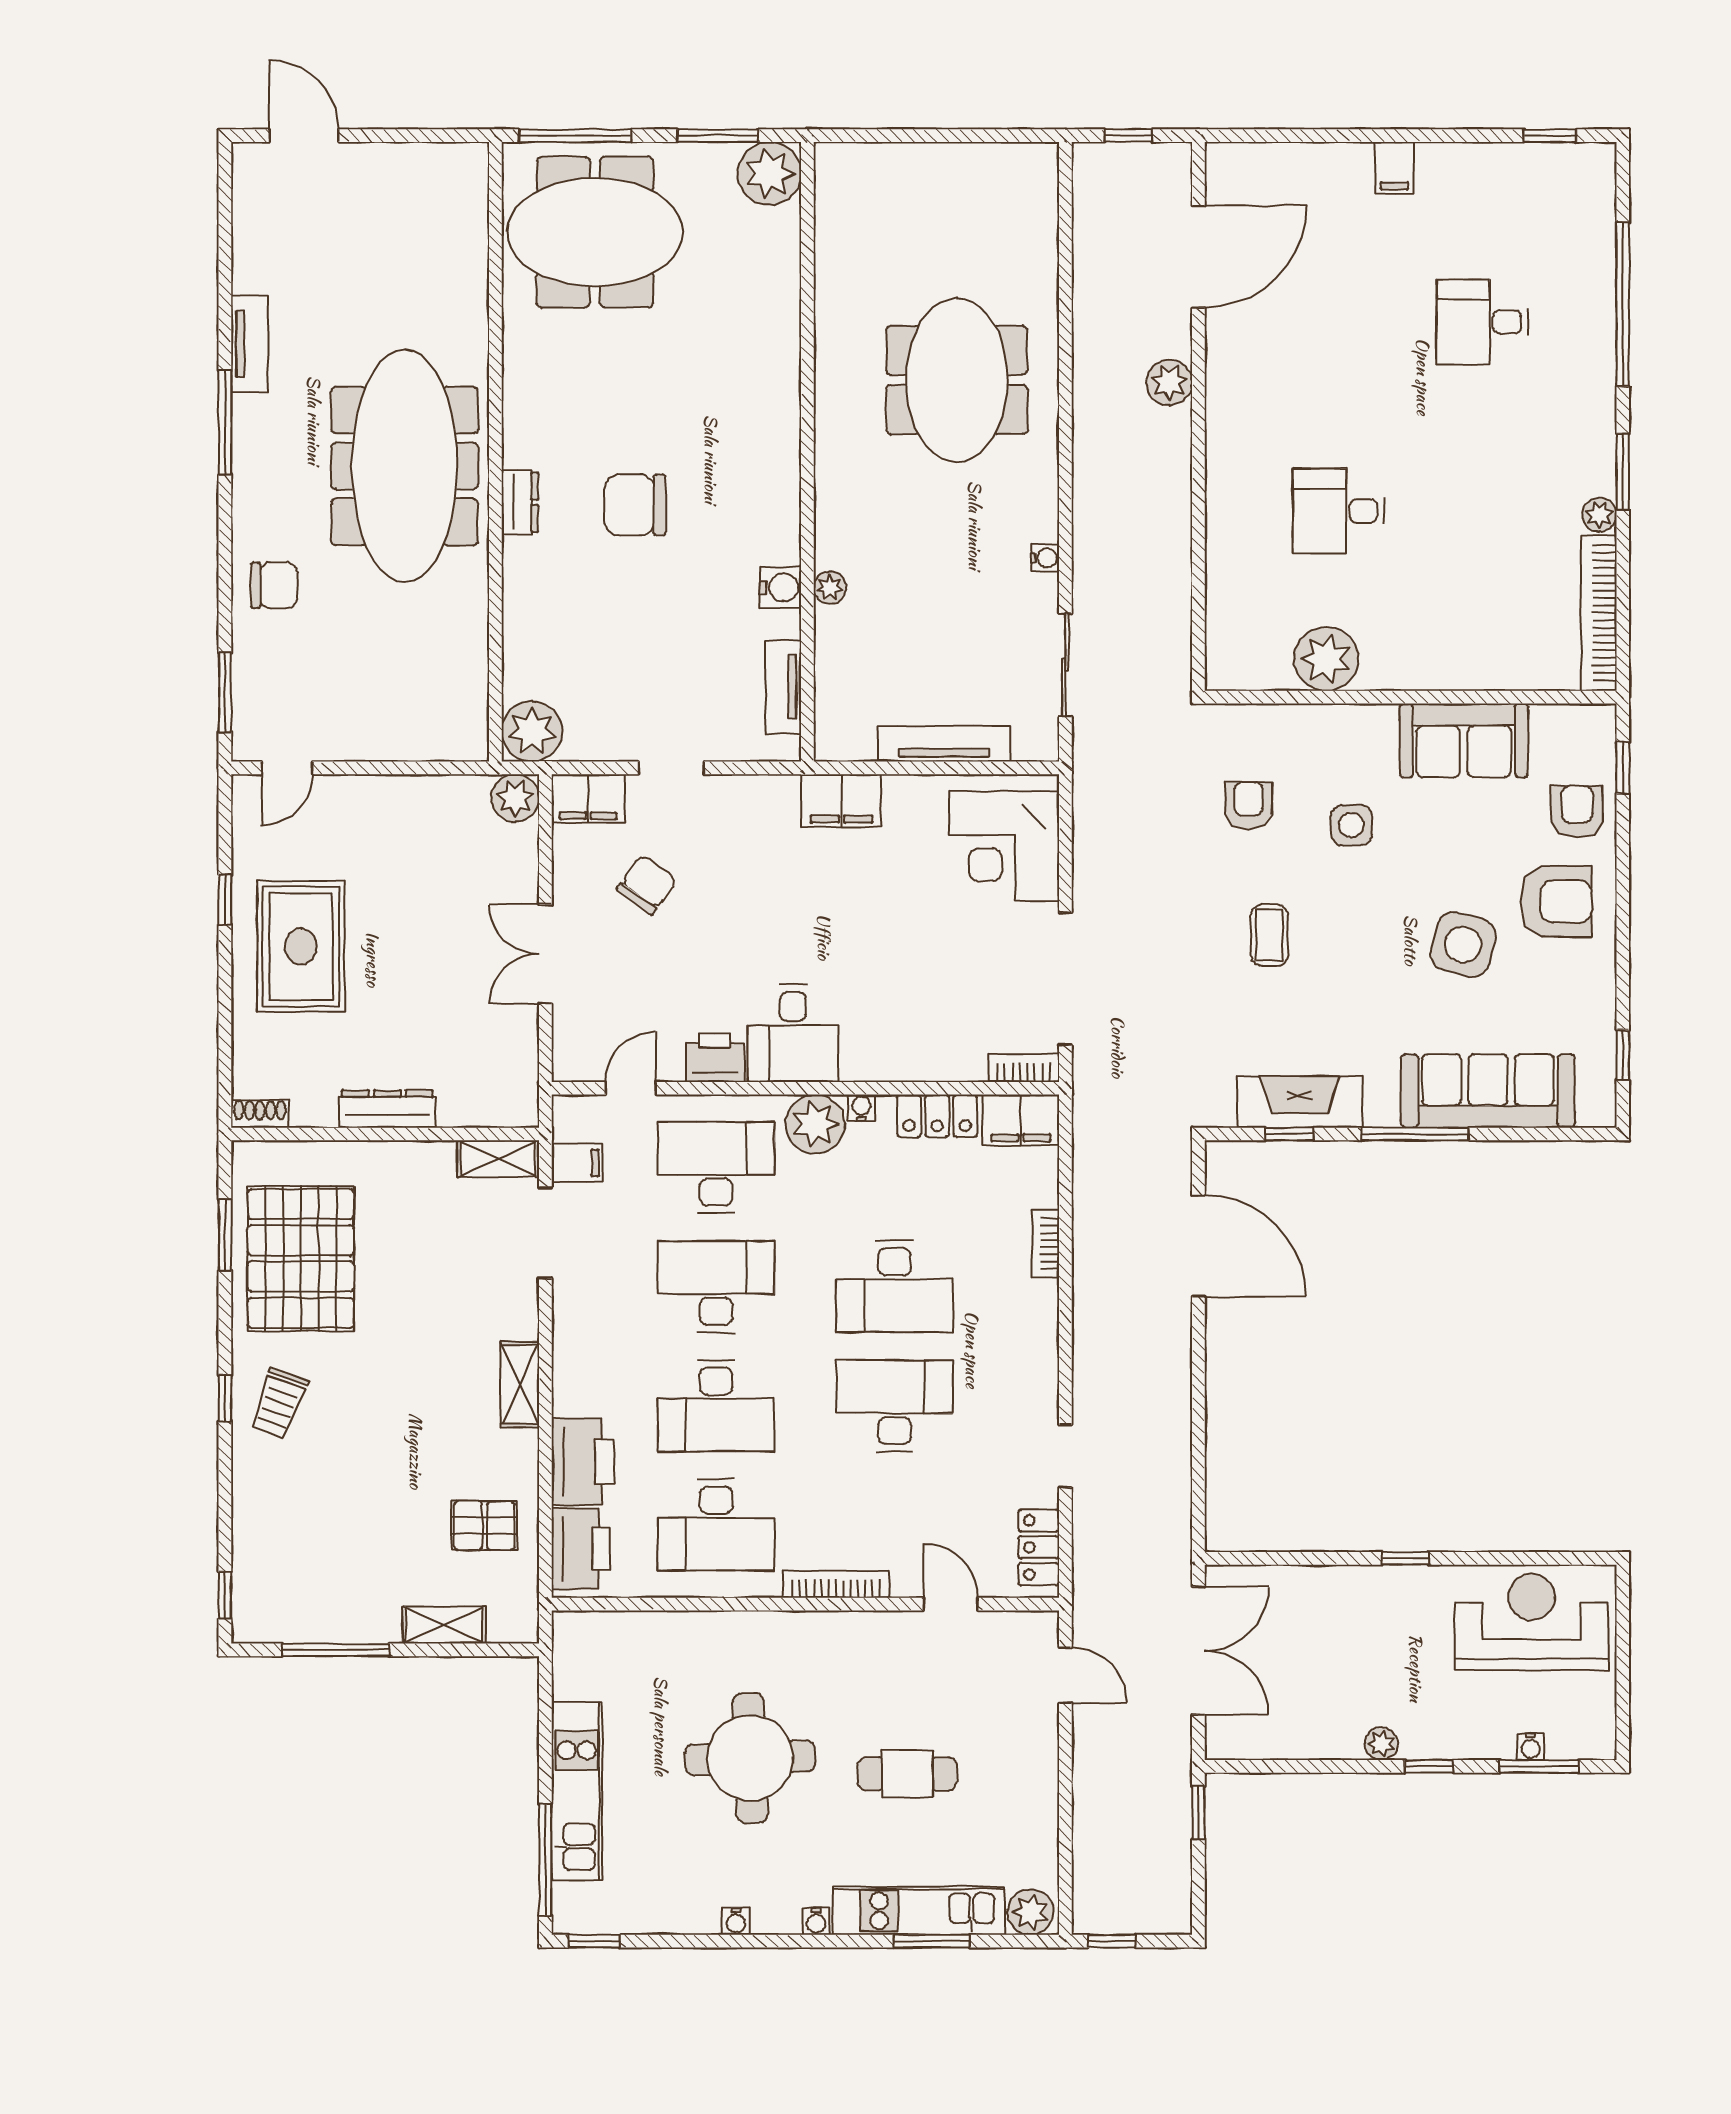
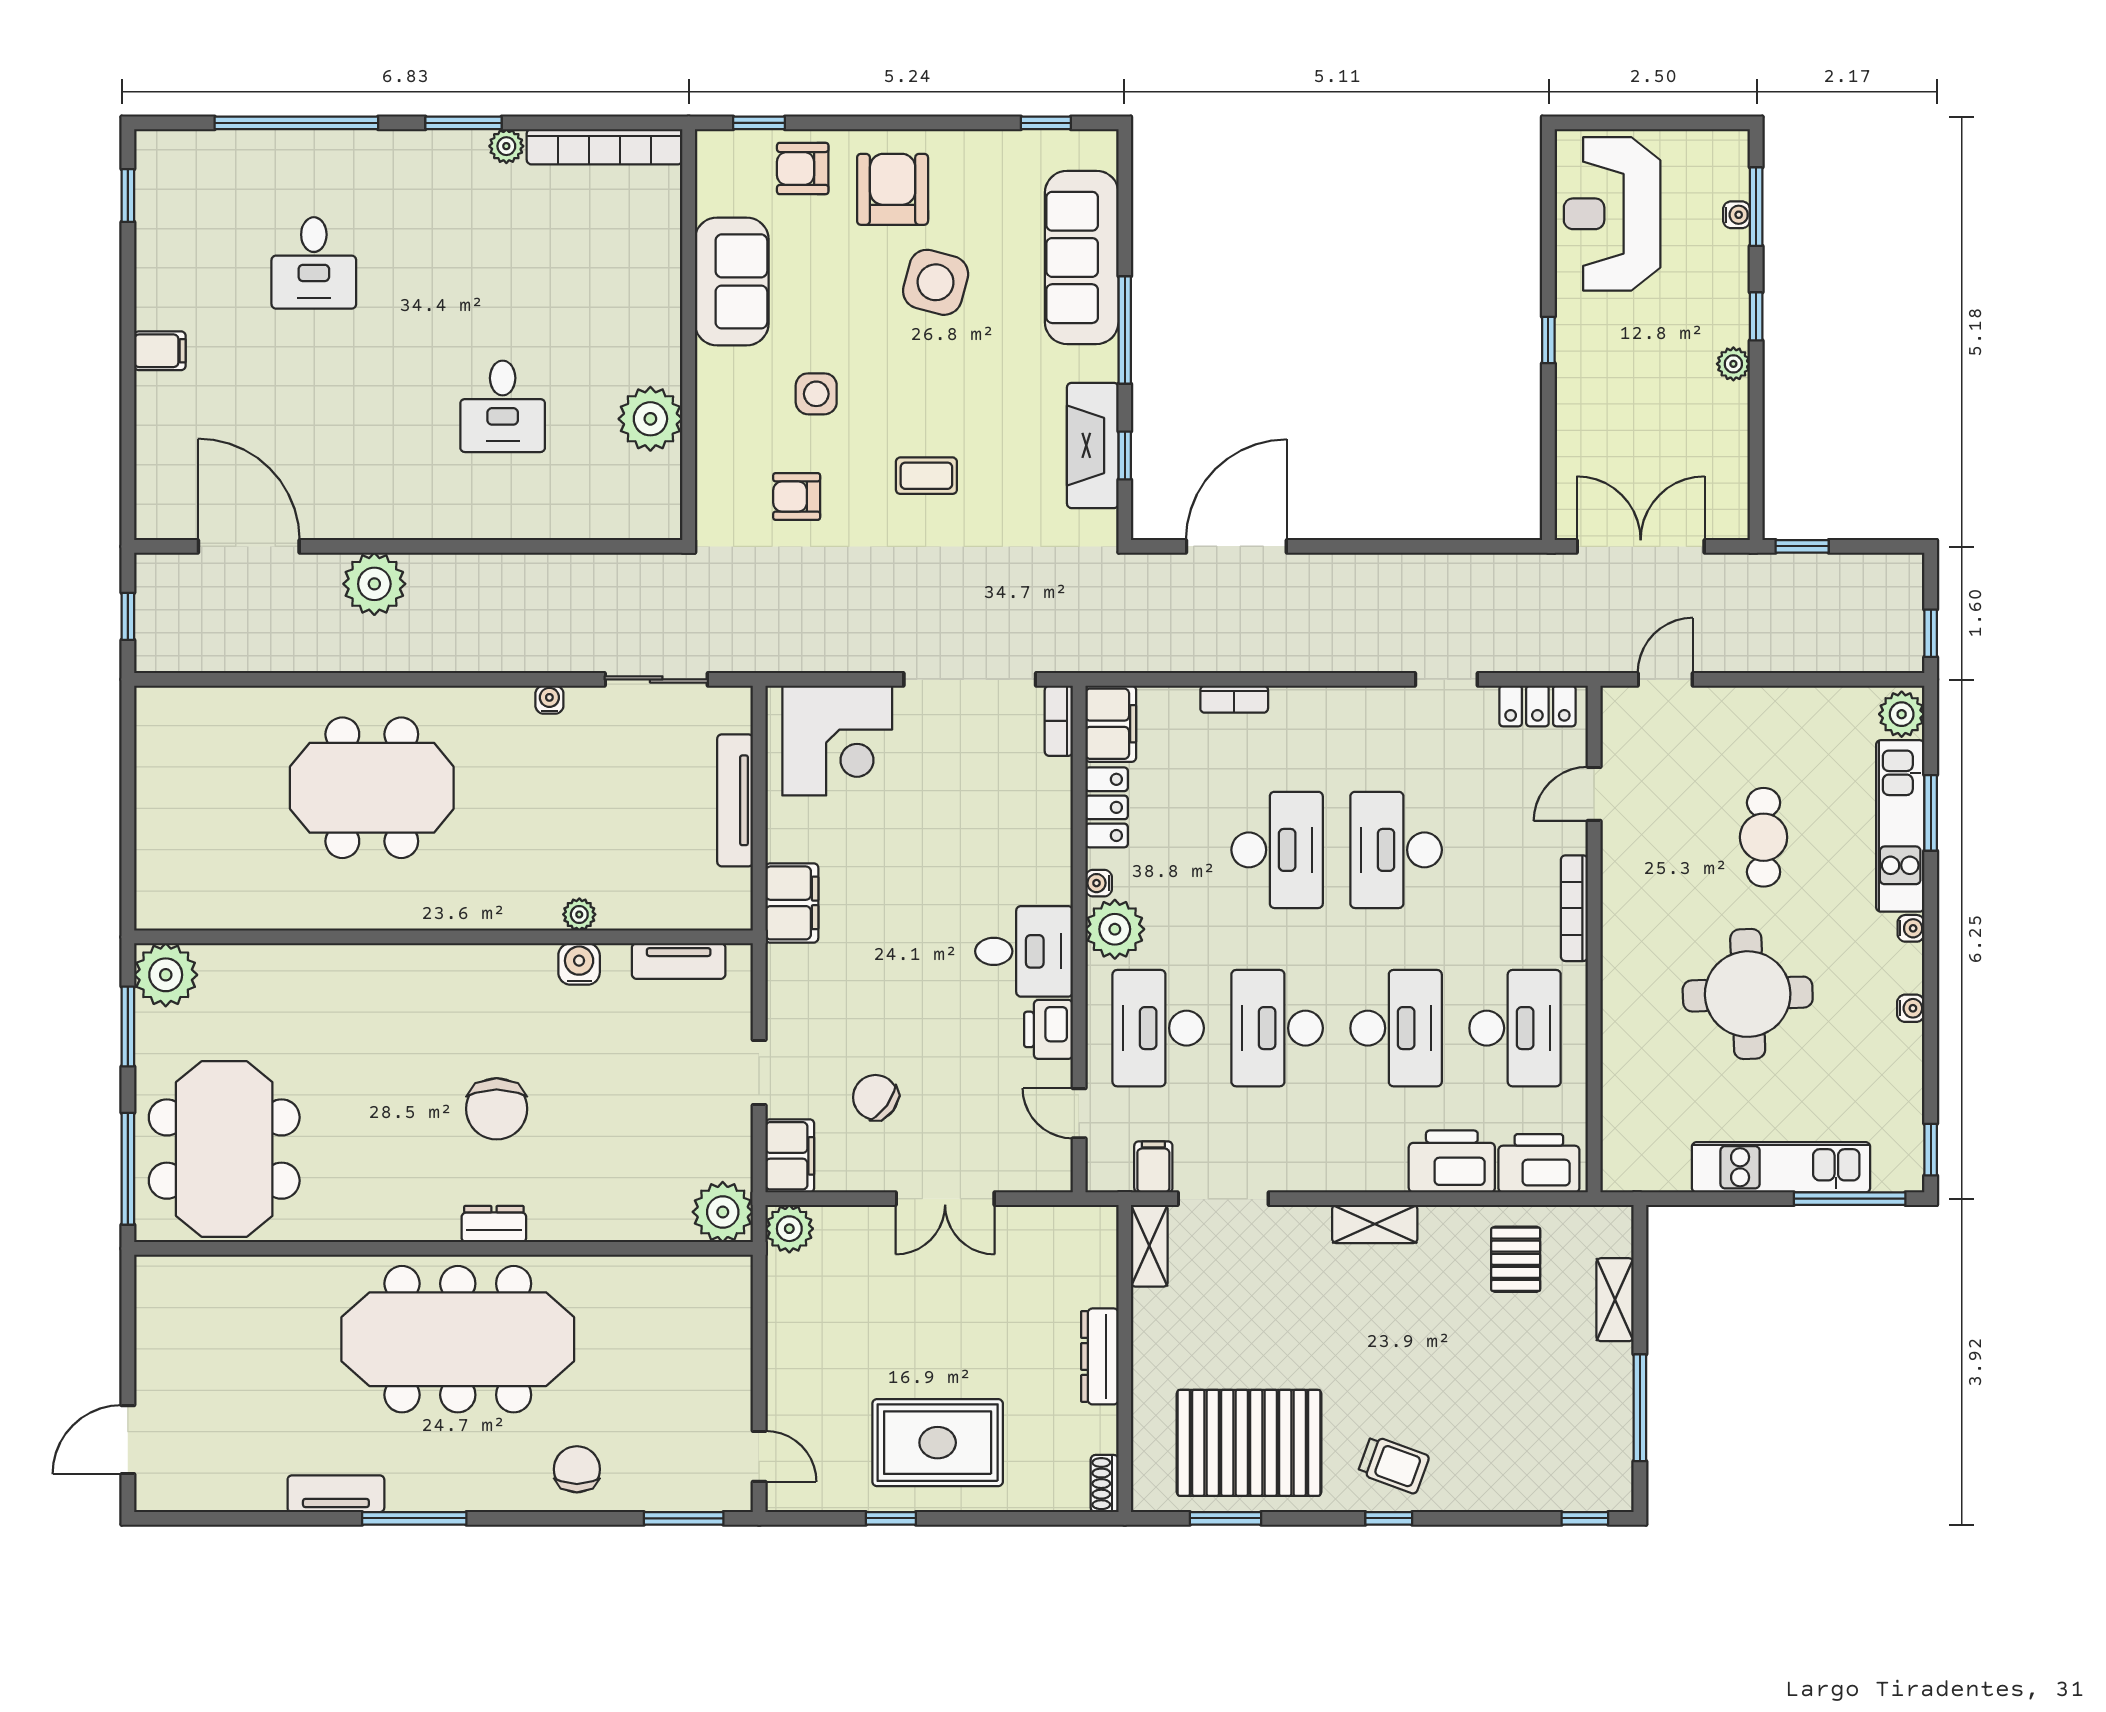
plant: (1169, 382) -> (374, 584), width x1.36, depth x1.36

